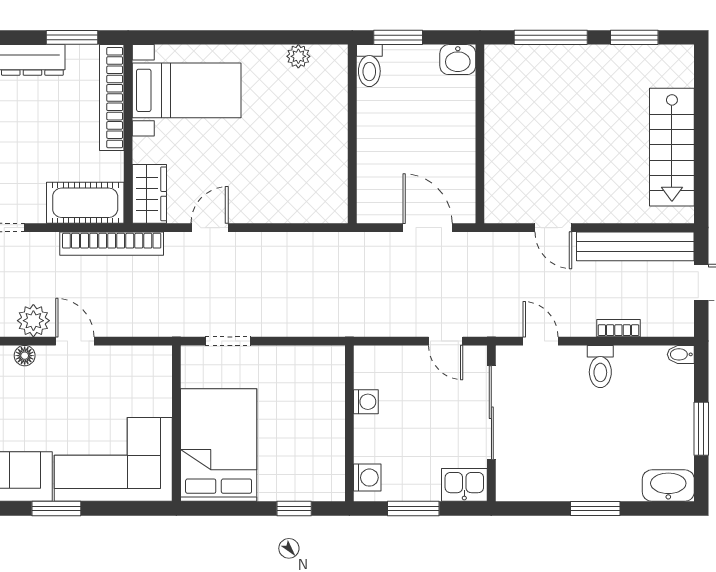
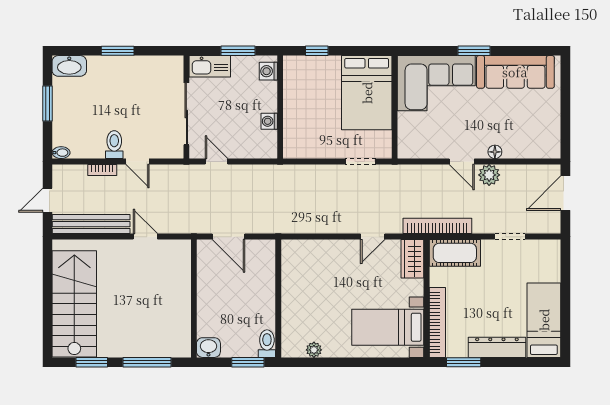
stairs: (672, 147) -> (74, 304), width x1.36, depth x1.51
door: (541, 341) -> (138, 161), moved
kitchen sink: (464, 485) -> (210, 66), width x1.38

